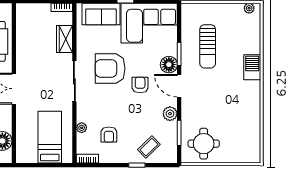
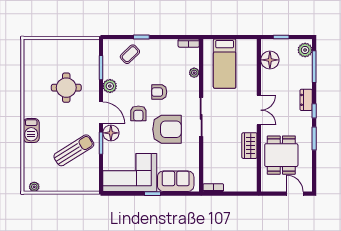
wardrobe: (64, 39) -> (249, 146), moved, turned 180
sun lounger: (208, 46) -> (74, 150), turned 58
armchair: (109, 135) -> (159, 92), moved, turned -90
round table: (204, 144) -> (66, 88), moved

